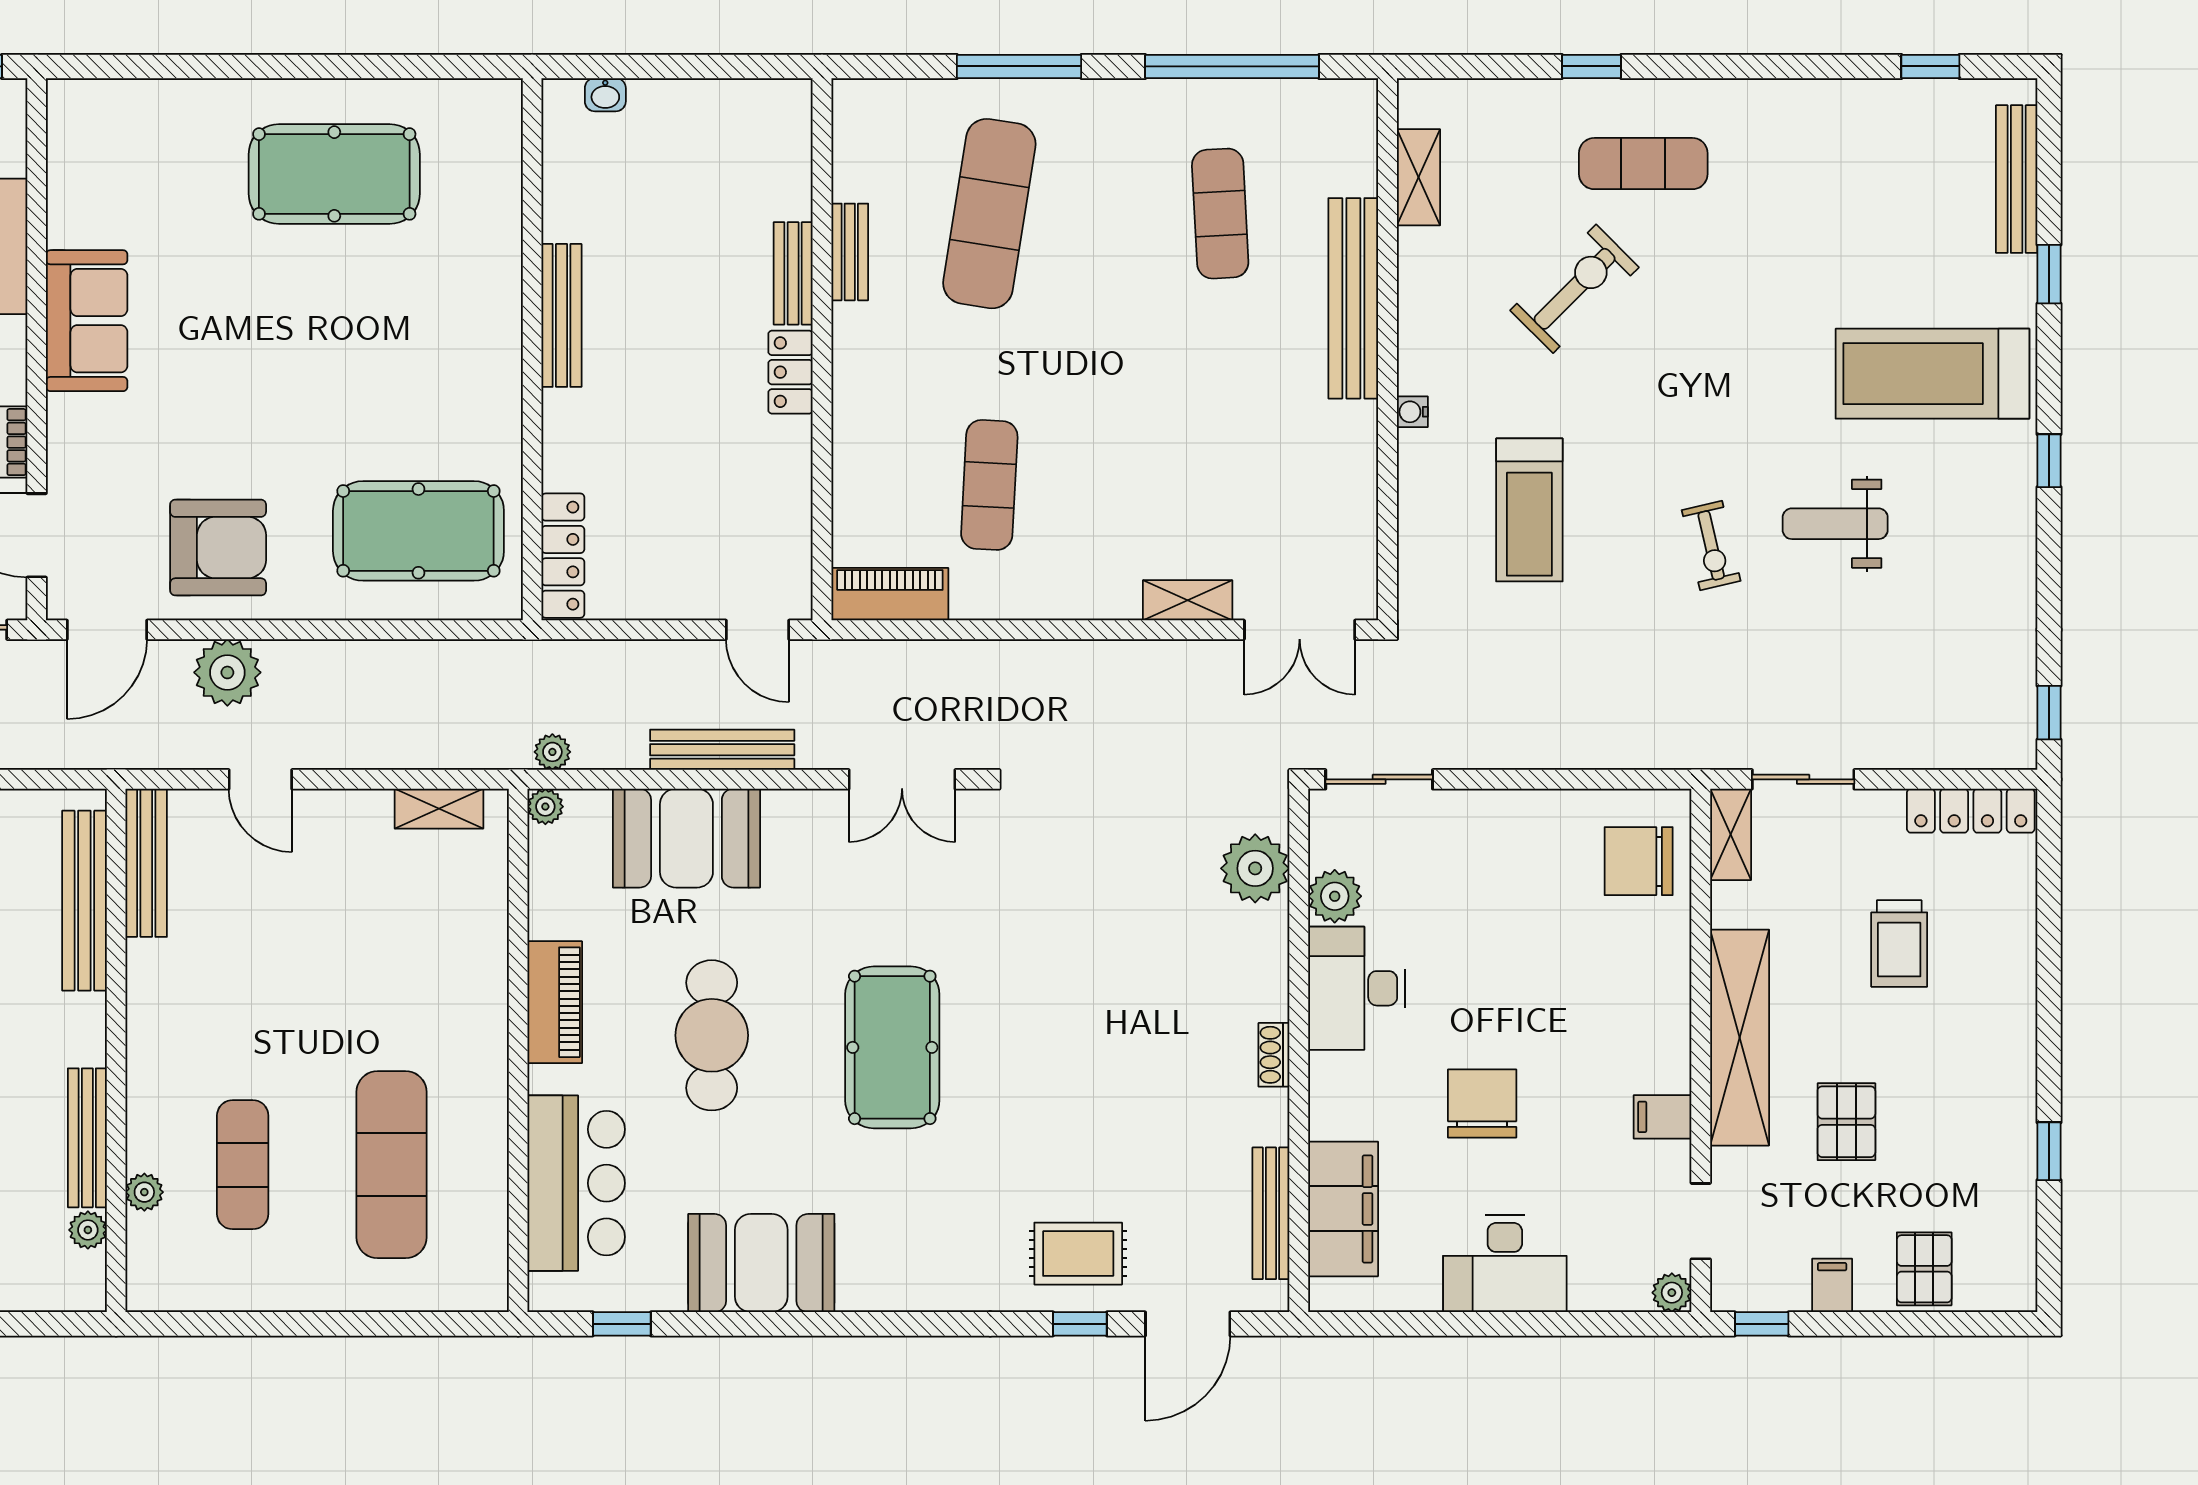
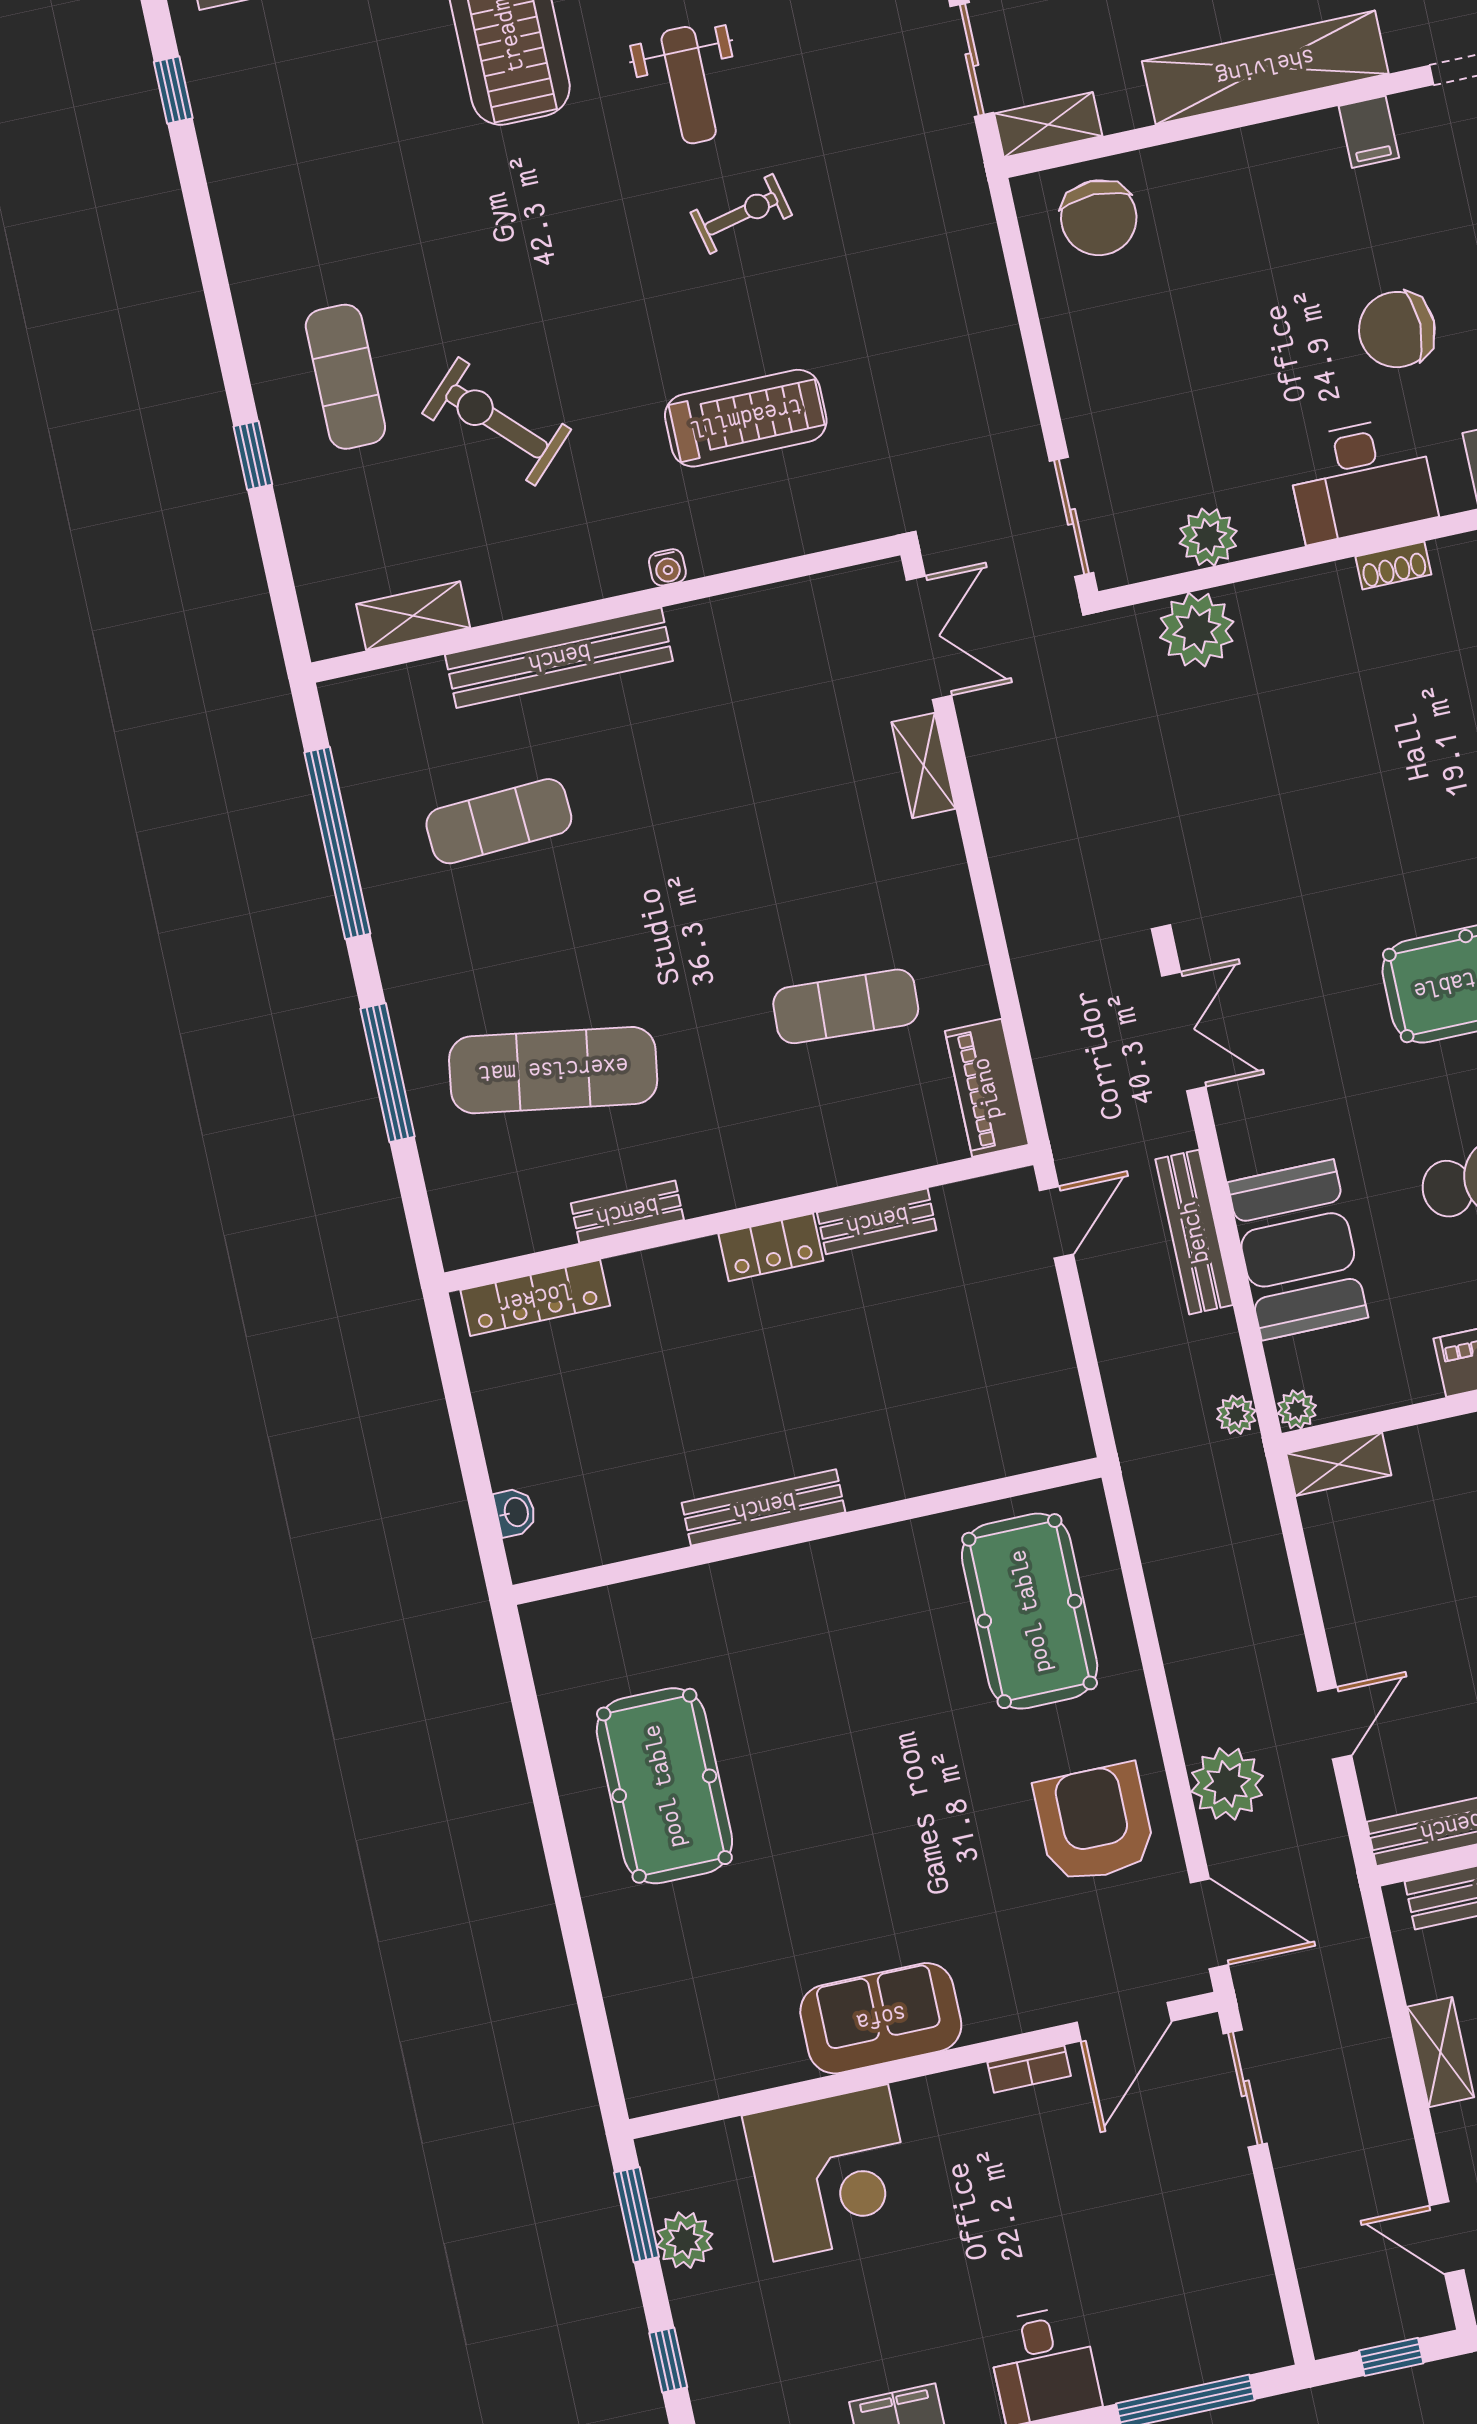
bench: (793, 273) -> (877, 1221), moved
locker: (563, 556) -> (535, 1298), moved, turned 180
shelving: (439, 809) -> (1339, 1464), moved, turned 90
desk: (1357, 988) -> (1361, 479), moved

